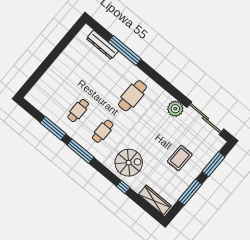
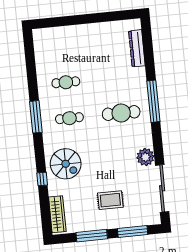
window: (125, 50) -> (153, 101), moved
window: (53, 128) -> (32, 77), removed

